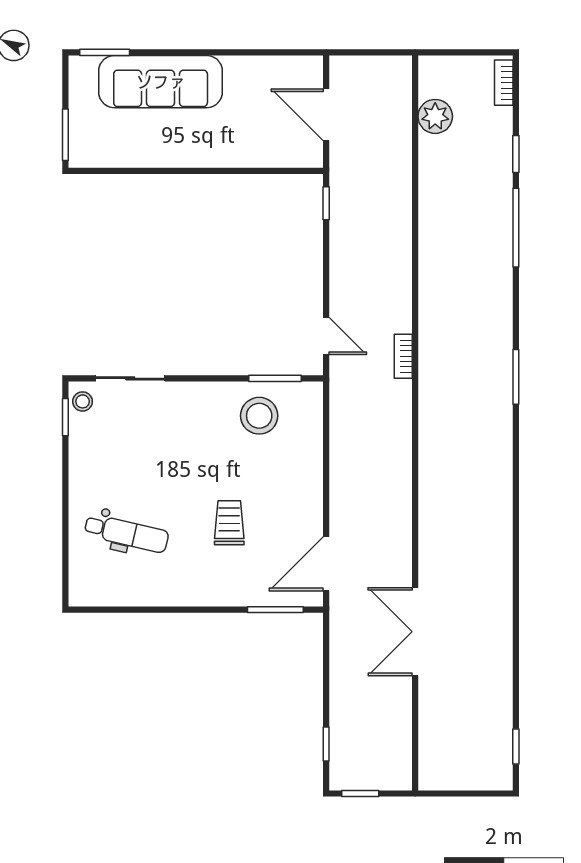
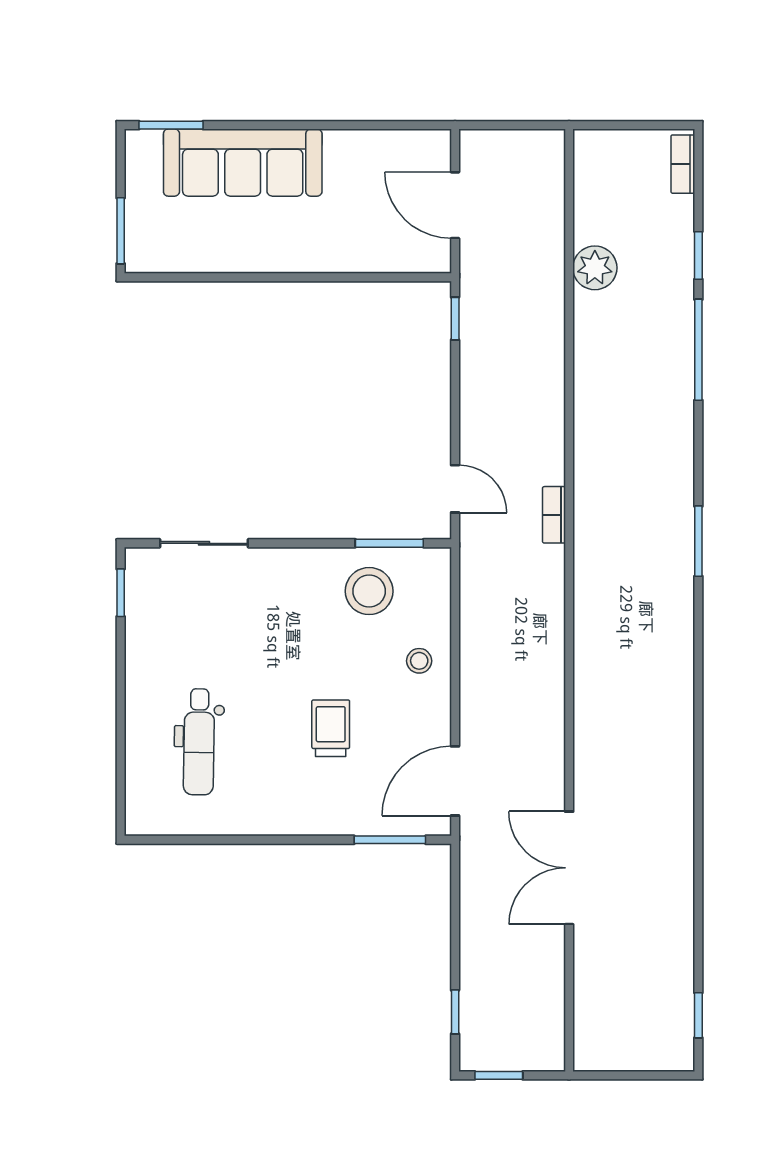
plant: (435, 116) -> (595, 268), moved
stool: (83, 401) -> (419, 661), moved
dental chair: (126, 533) -> (199, 742), turned 78

